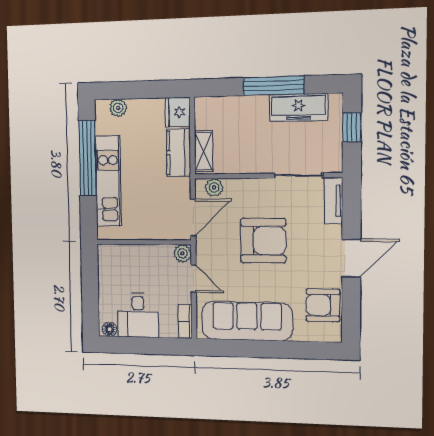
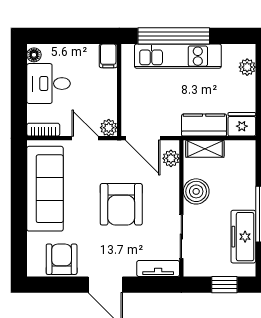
window: (88, 158) -> (174, 36), moved
boiler: (249, 160) -> (196, 191), added
filing cabinet: (109, 253) -> (108, 56), added
door: (194, 278) -> (85, 138), swing flipped

